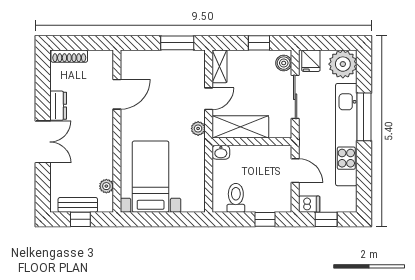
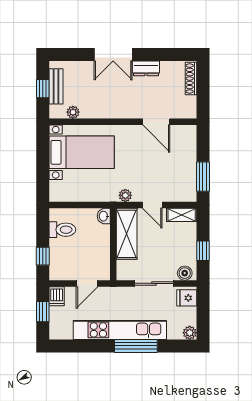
plant: (343, 64) -> (190, 333), width x0.53, depth x0.53

